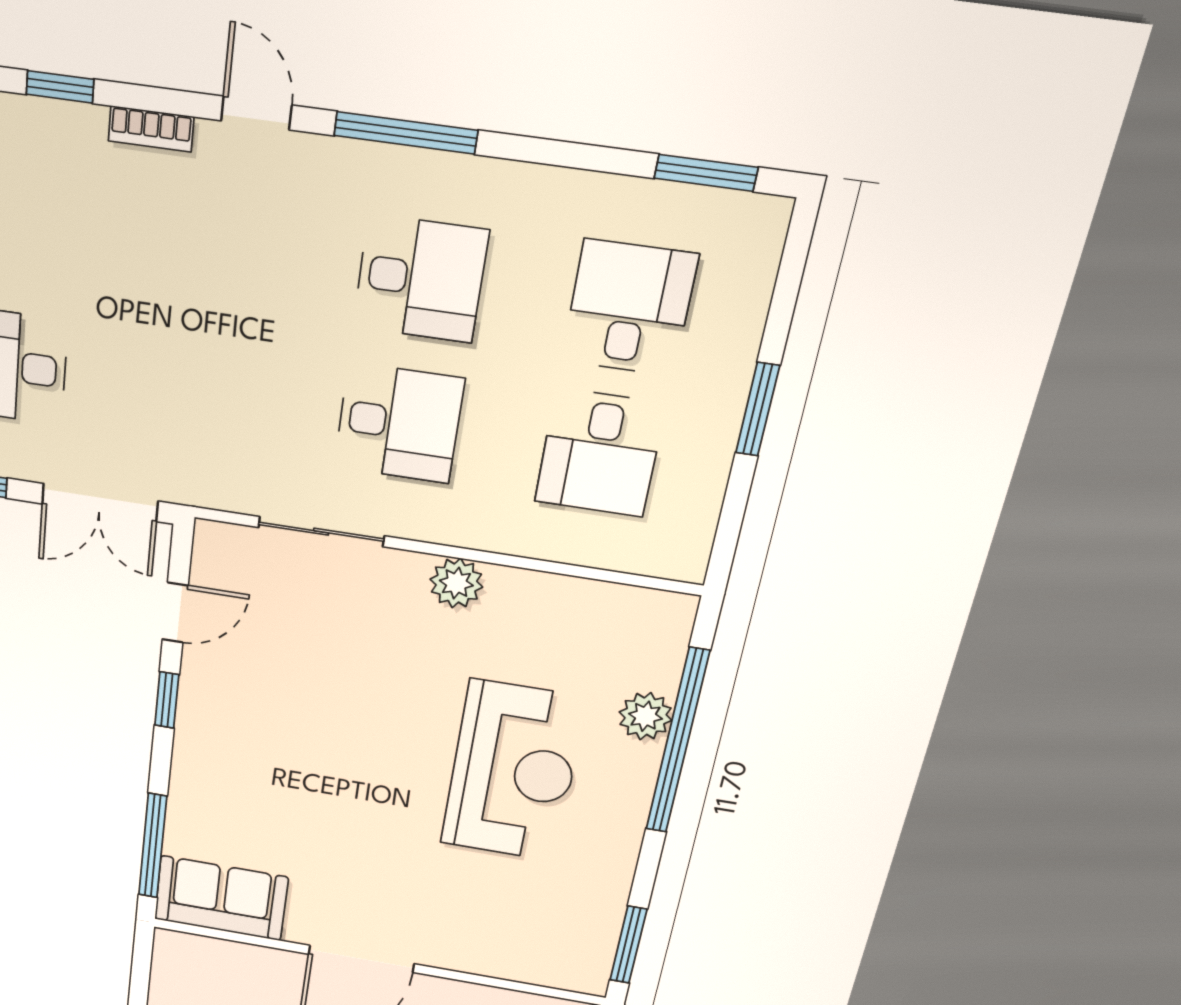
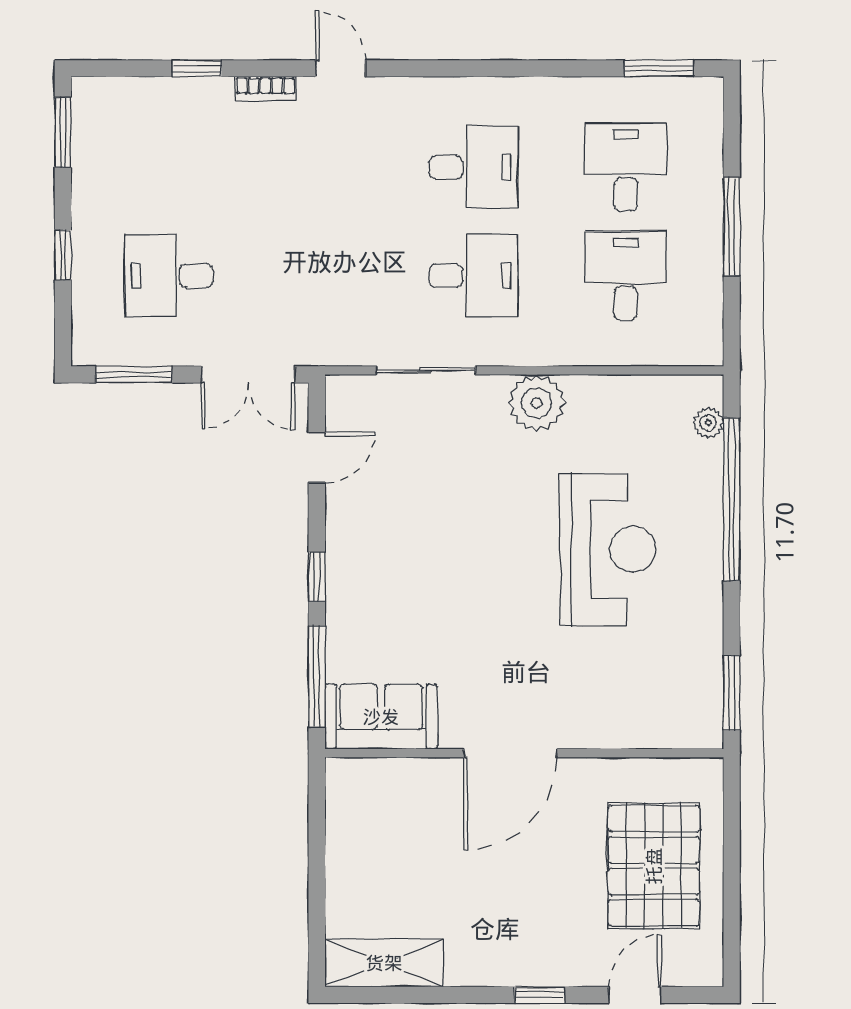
window: (406, 133) -> (448, 68), removed
window: (758, 409) -> (732, 226), width x1.44
desk: (600, 453) -> (626, 276), turned 180
plant: (456, 583) -> (537, 403), width x1.36, depth x1.36
window: (167, 700) -> (317, 577), moved
plant: (646, 716) -> (708, 423), moved, width x0.73, depth x0.73

